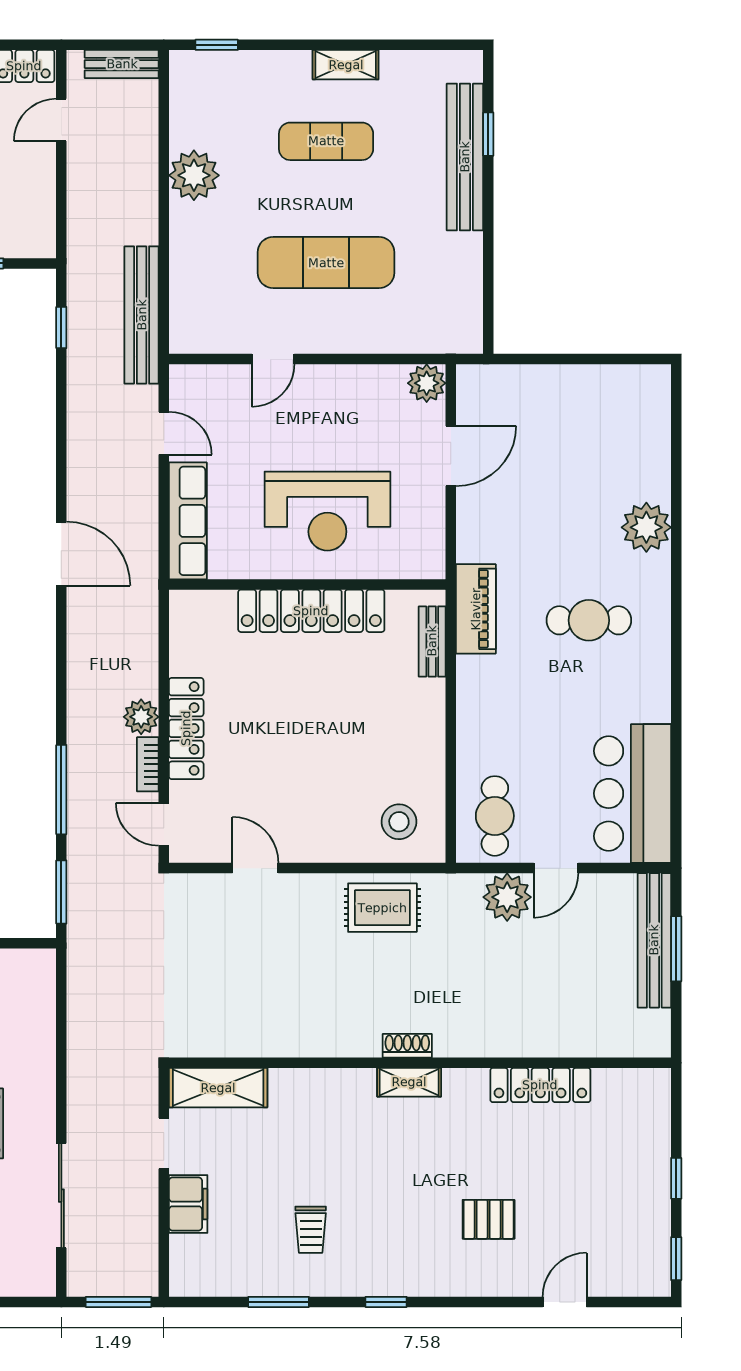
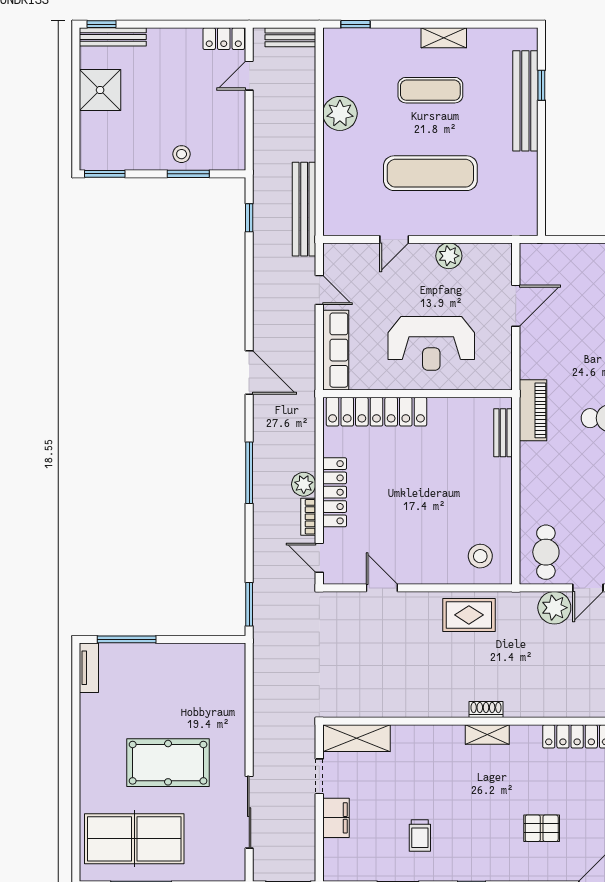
plant: (427, 383) -> (449, 256), moved
locker: (311, 611) -> (376, 412), moved
window: (61, 790) -> (249, 473), moved

